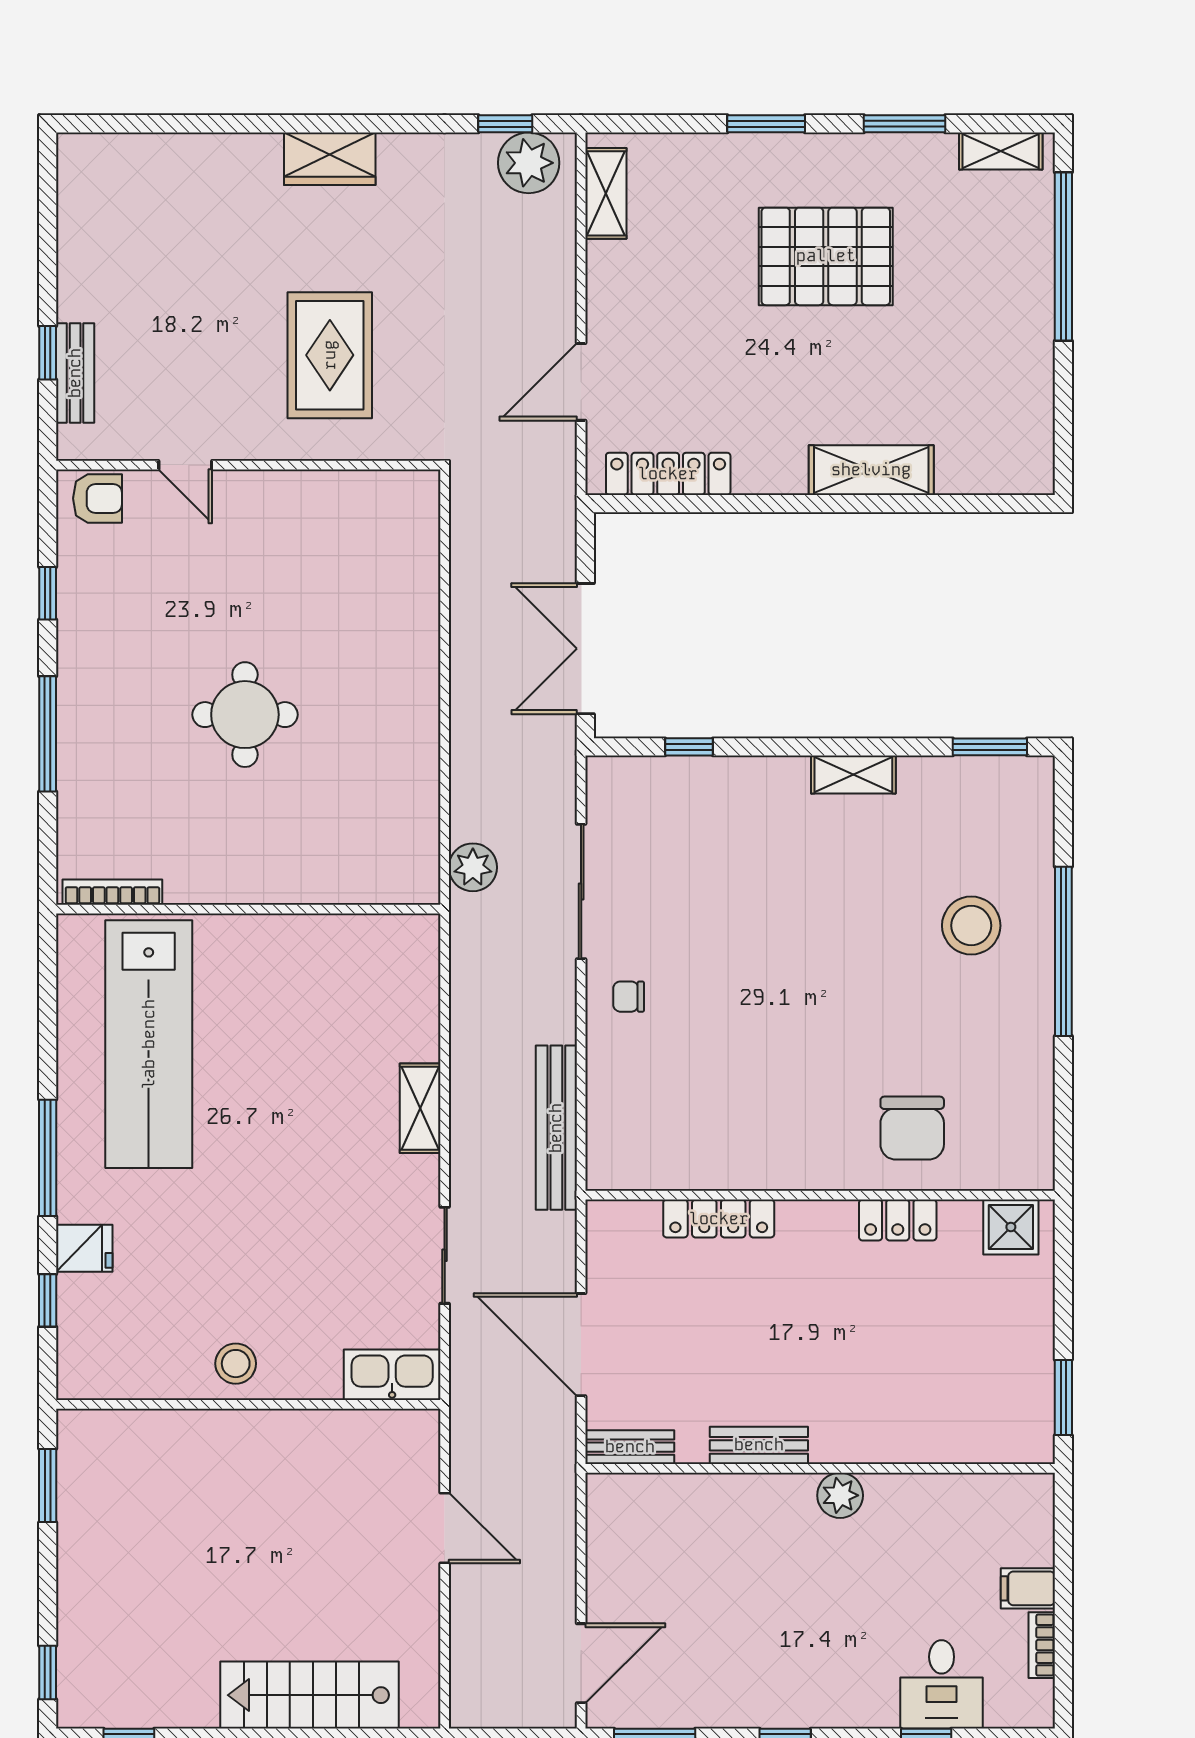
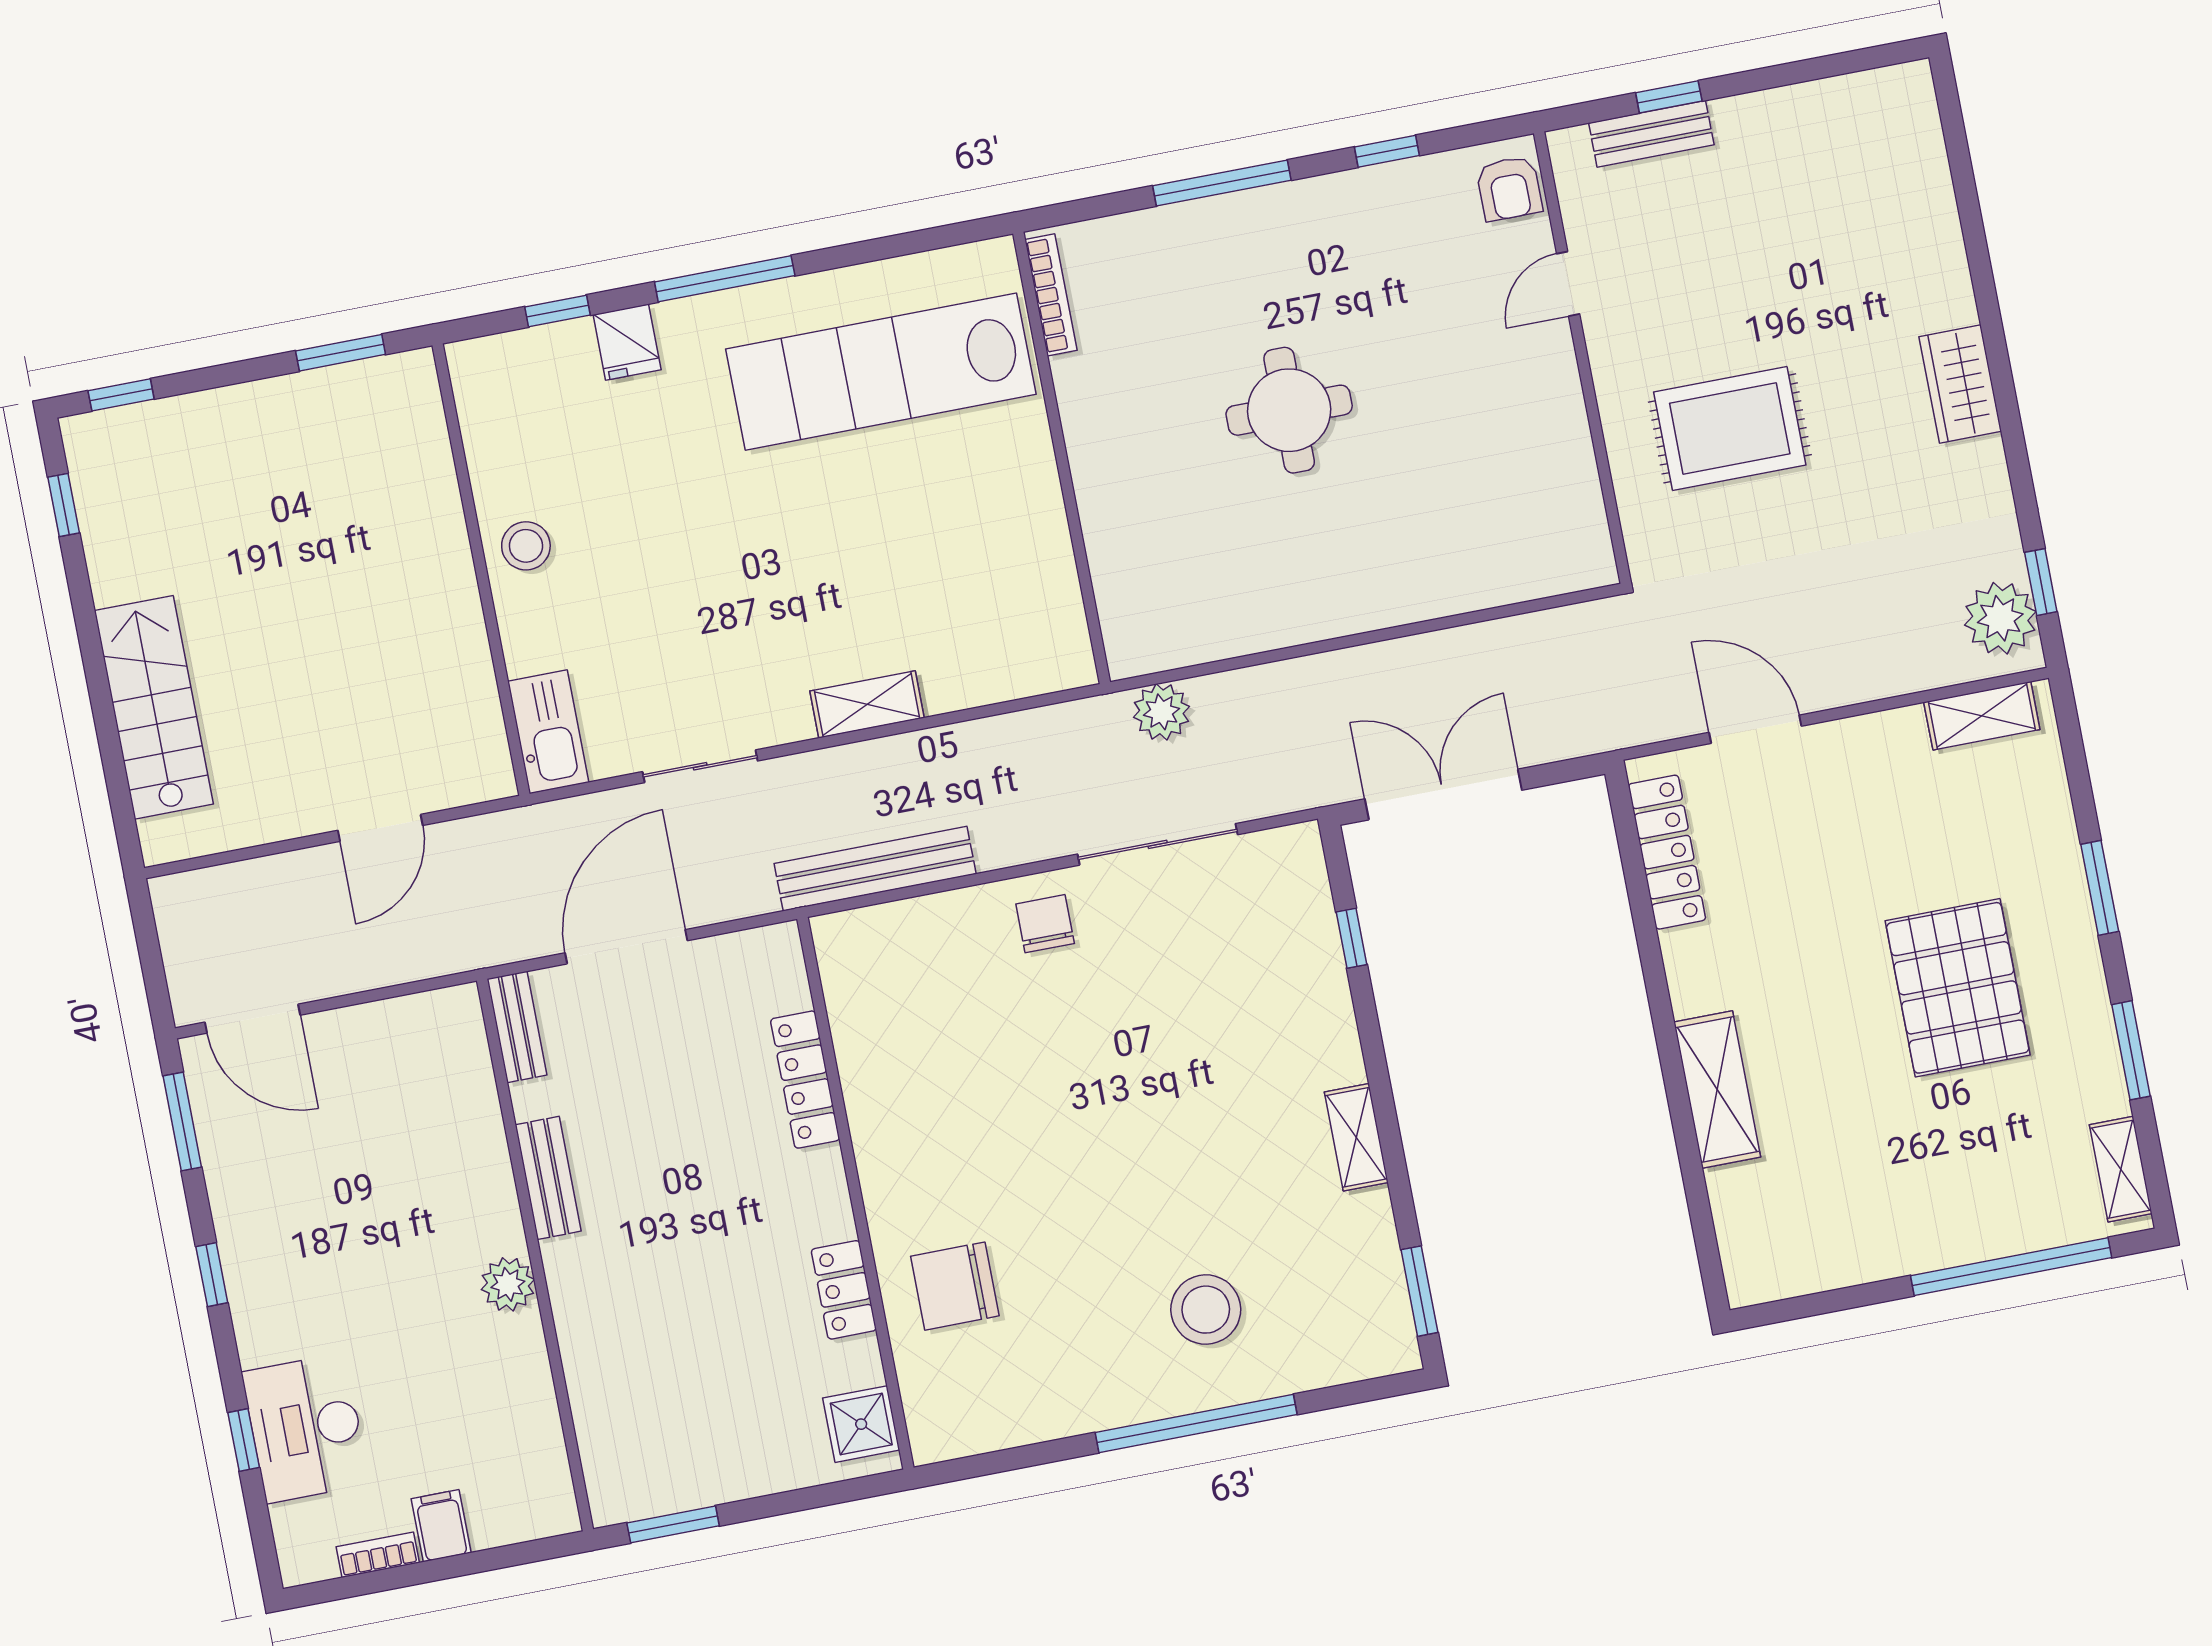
chair: (629, 997) -> (1045, 924), width x1.37, depth x1.37
desk: (942, 1684) -> (306, 1428), width x1.37

